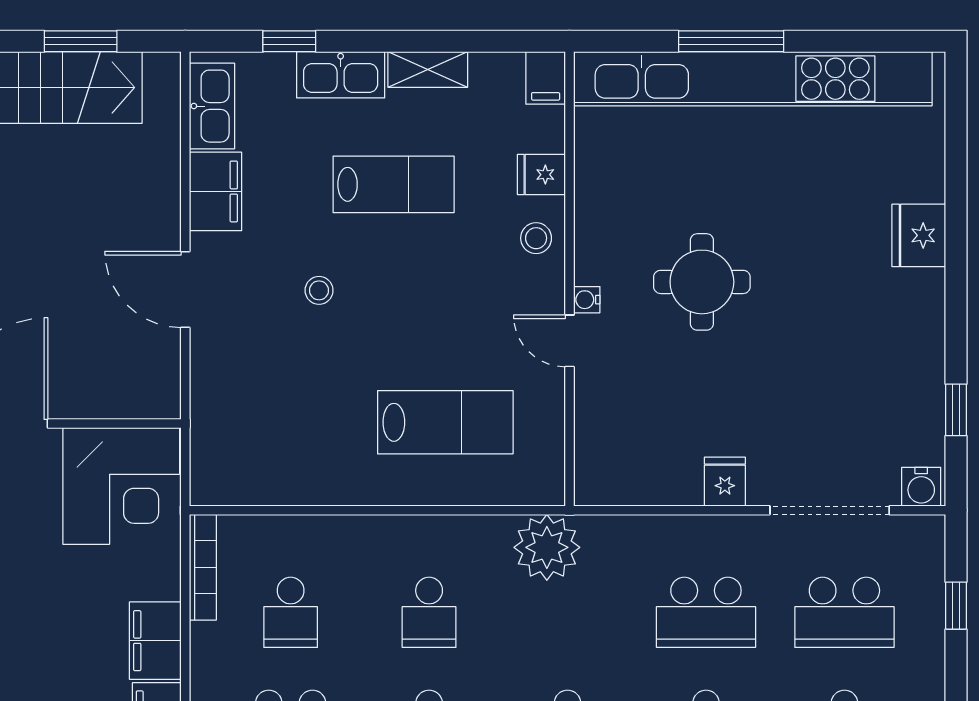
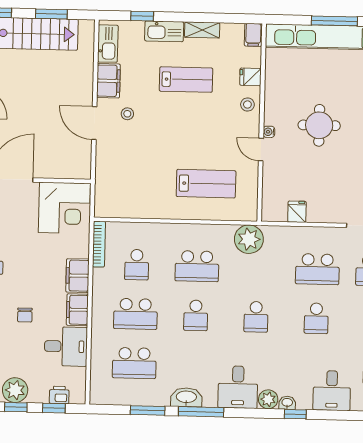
stool: (319, 290) -> (127, 114), moved
fridge: (725, 482) -> (297, 212), moved
school desk: (429, 612) -> (197, 266), width x1.85

